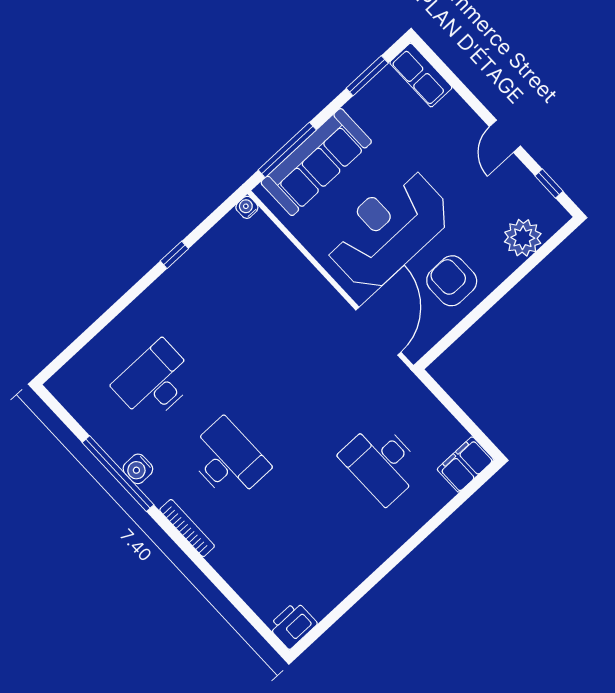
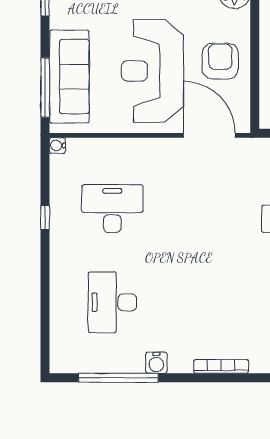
armchair: (452, 281) -> (220, 61), turned 90
desk: (228, 460) -> (112, 209), moved
window: (118, 474) -> (118, 378), moved

